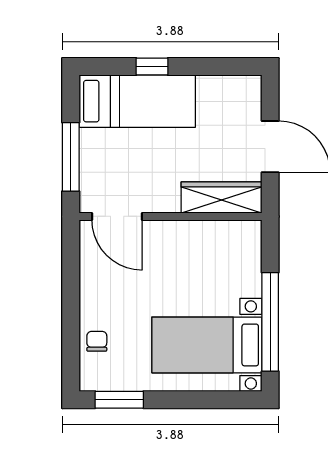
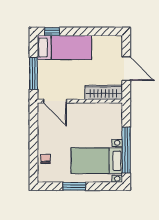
window: (152, 67) -> (52, 31), moved
window: (119, 400) -> (74, 186), moved

